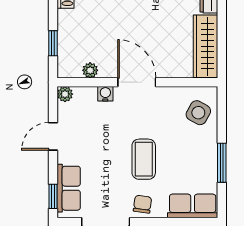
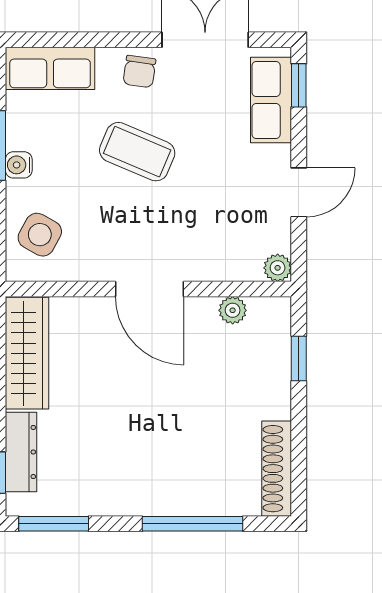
water cooler: (105, 94) -> (19, 165), moved, turned 90
coffee table: (144, 159) -> (137, 152), turned -67

